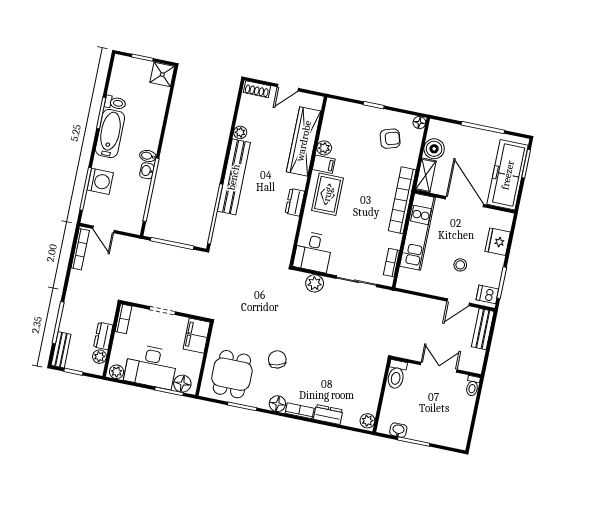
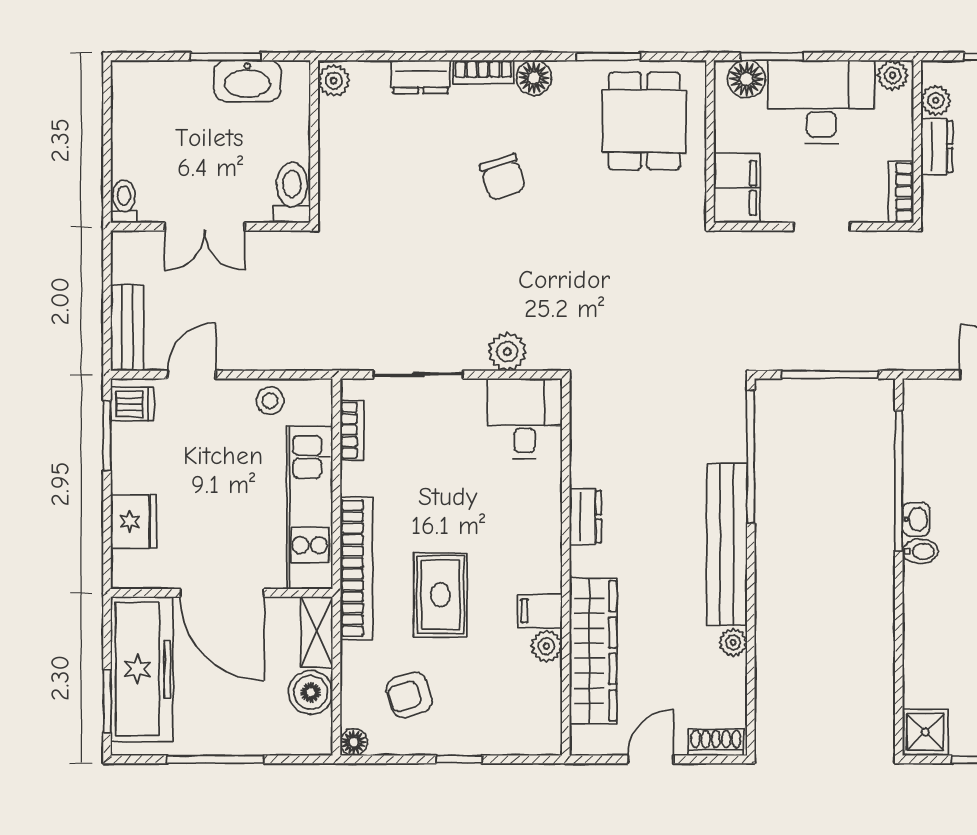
rug: (328, 194) -> (440, 595), moved
stool: (460, 265) -> (270, 401), moved
chair: (277, 359) -> (503, 177), moved
washbasin: (398, 430) -> (247, 81), width x1.91, depth x1.45

